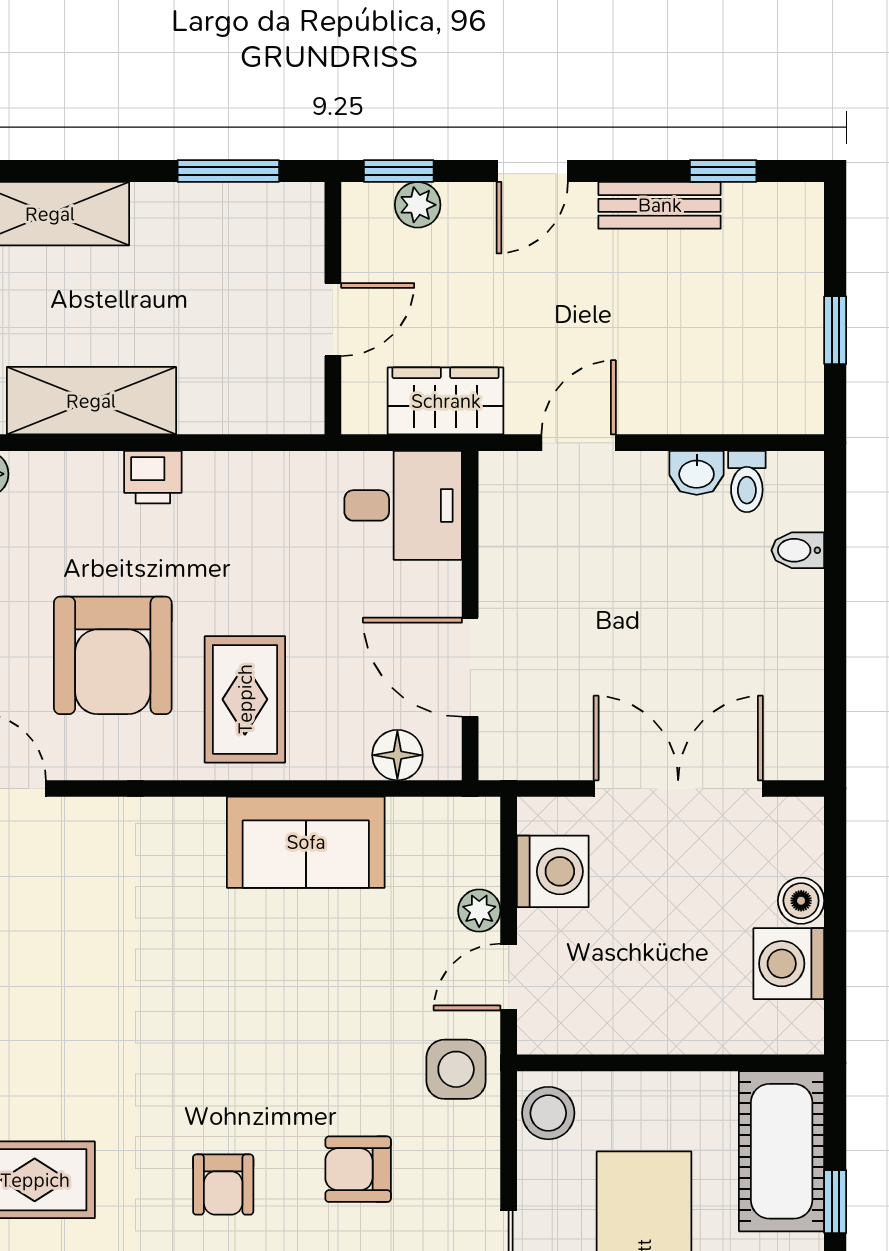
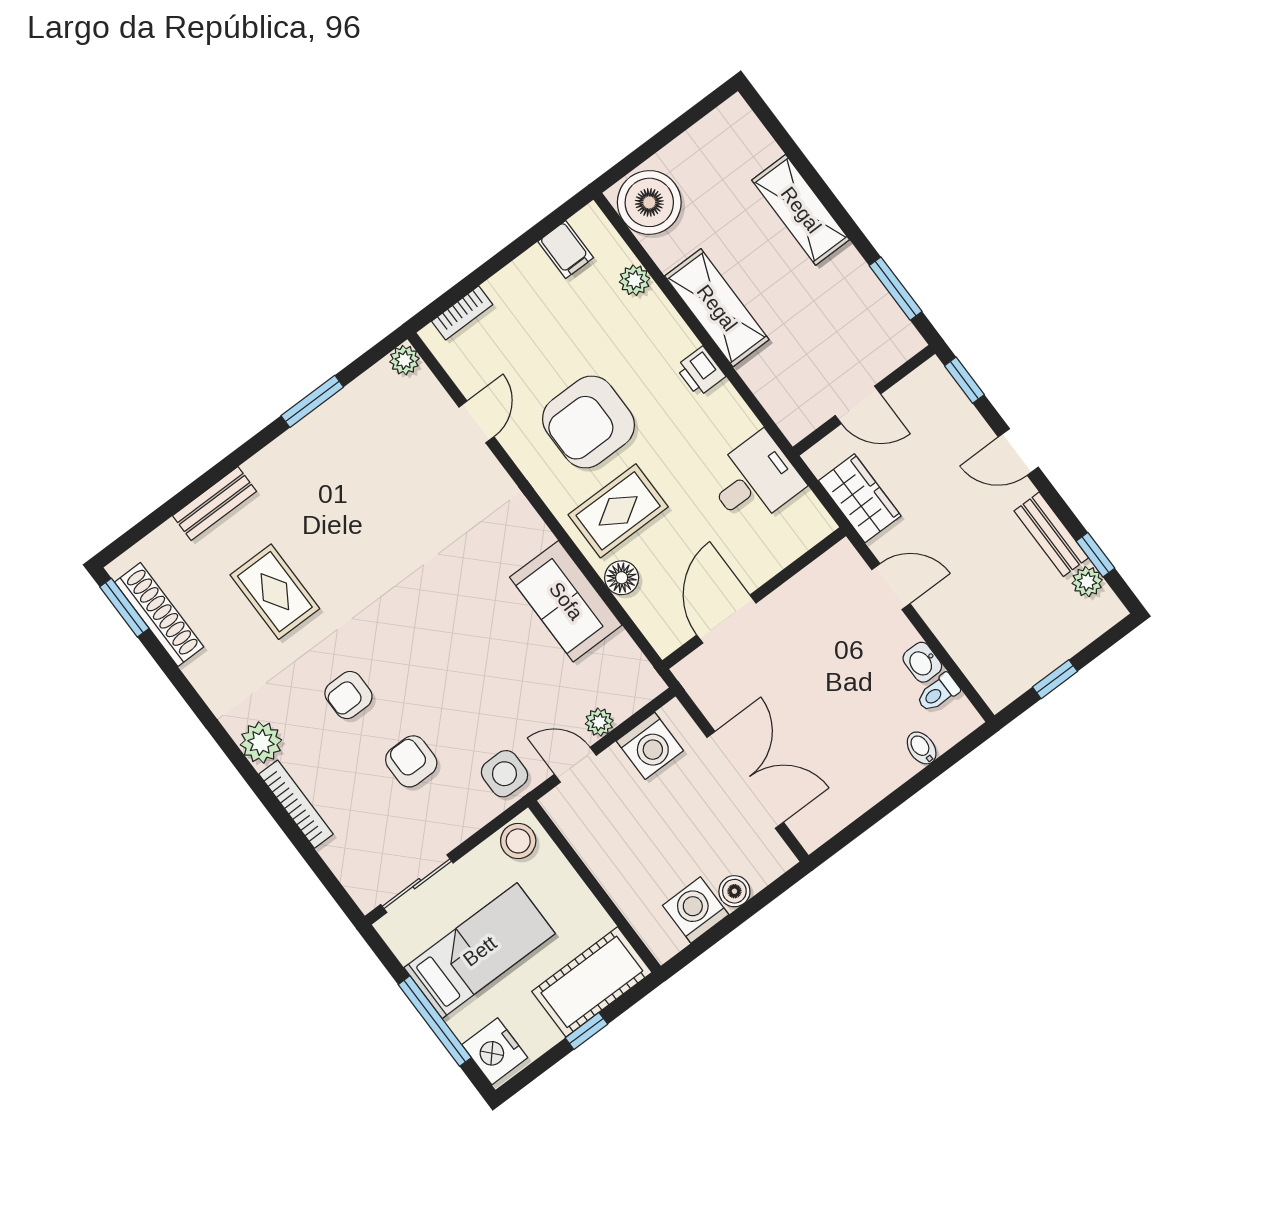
plant: (418, 205) -> (1087, 582), moved
desk: (403, 505) -> (755, 480), moved, turned -90
floor lamp: (397, 755) -> (622, 578), moved

